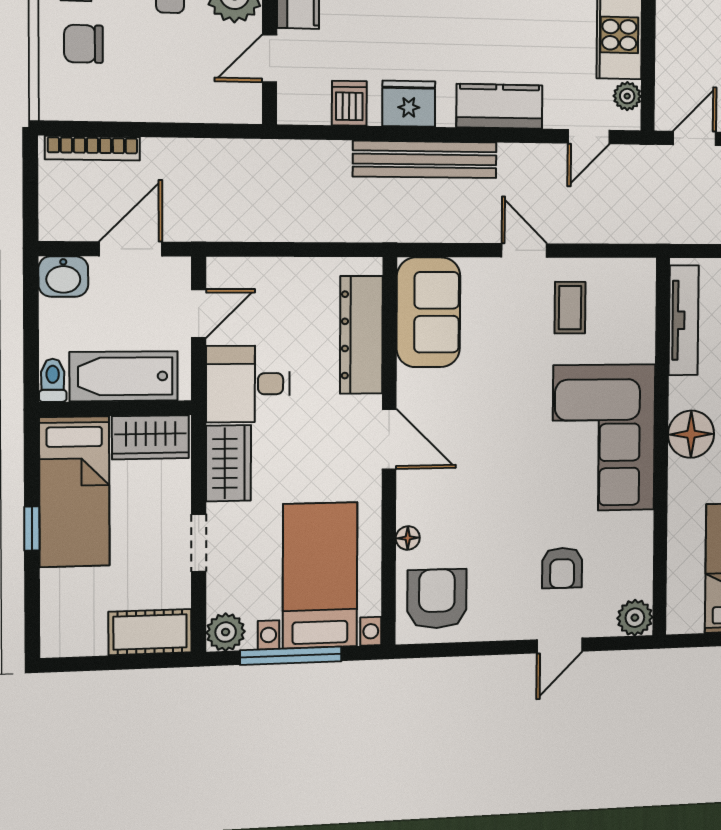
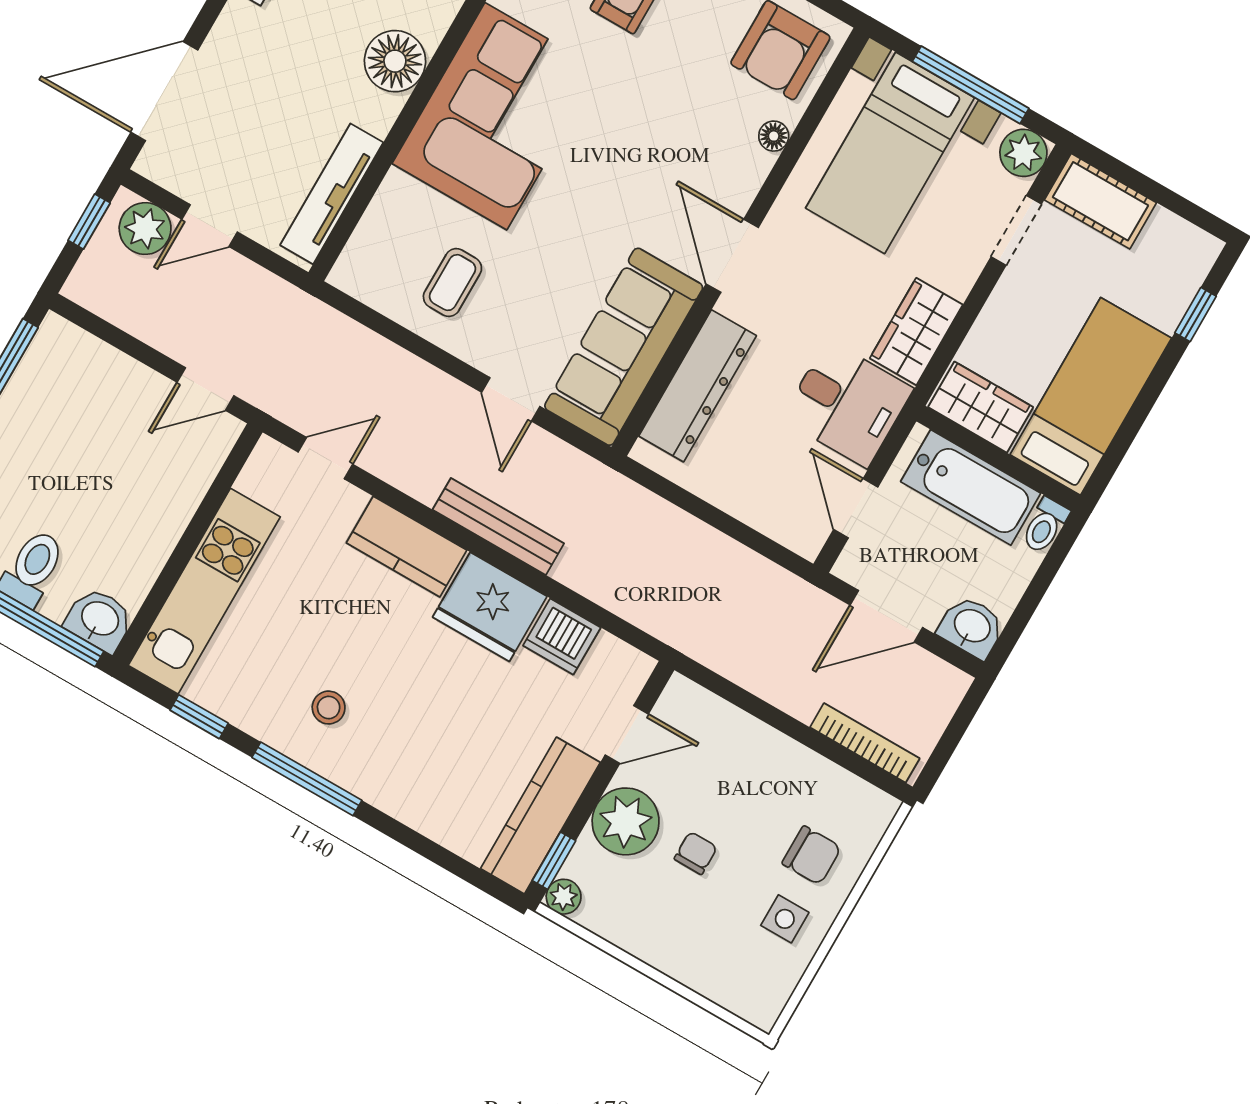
plant: (627, 96) -> (257, 478), removed
dishwasher: (349, 103) -> (562, 637), width x1.38
fridge: (409, 104) -> (490, 607), width x1.36, depth x1.34
bench: (425, 159) -> (498, 526), width x0.73, depth x0.82
door: (524, 250) -> (511, 399), moved
sofa: (428, 312) -> (624, 347), width x1.36
door: (199, 314) -> (856, 508), hinge flipped
window: (32, 528) -> (1196, 315), moved
doorway: (199, 543) -> (1016, 230), moved

